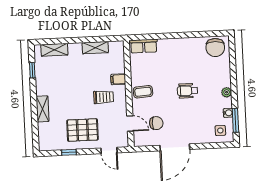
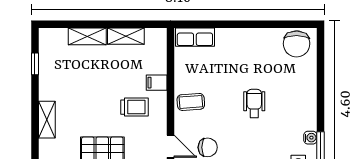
shelving: (54, 50) -> (87, 36), moved
wheelchair: (187, 91) -> (254, 103), turned 90
plant: (227, 92) -> (310, 108), removed

